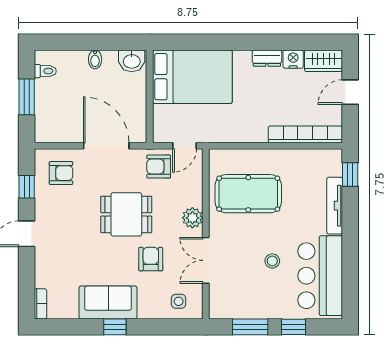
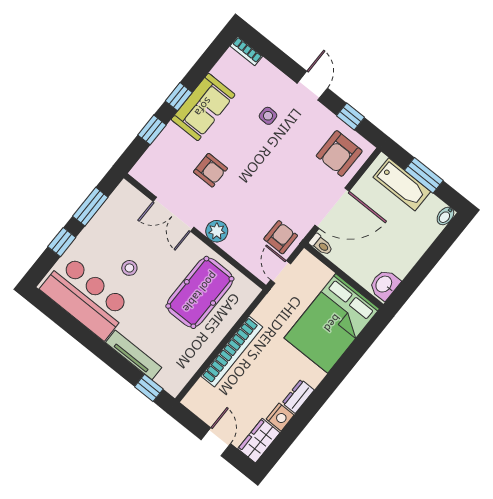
bidet: (95, 59) -> (445, 216), moved, turned -90
toilet: (45, 71) -> (321, 245), moved, turned -90
bathtub: (46, 108) -> (402, 184), added
bookcase: (305, 134) -> (232, 352), moved
armchair: (61, 173) -> (339, 153), width x1.38, depth x1.38
dining table: (126, 214) -> (263, 180), removed
double door: (206, 260) -> (173, 214), swing flipped
side table: (179, 301) -> (268, 116), moved
window: (156, 327) -> (152, 130), added

